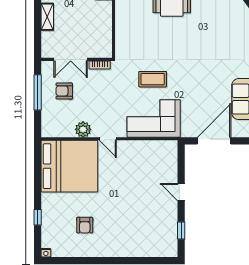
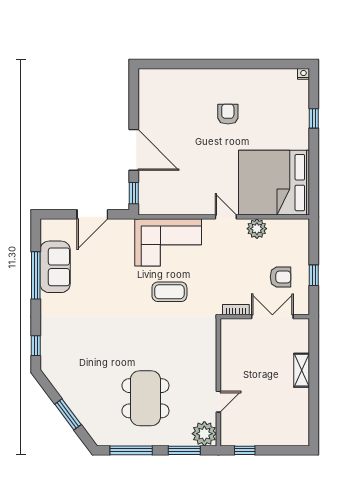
window: (38, 92) -> (314, 275), width x0.46
door: (214, 141) -> (92, 214), width x0.73
door: (181, 192) -> (134, 150), width x1.88
armchair: (85, 225) -> (228, 114), moved
window: (181, 230) -> (134, 193), moved

